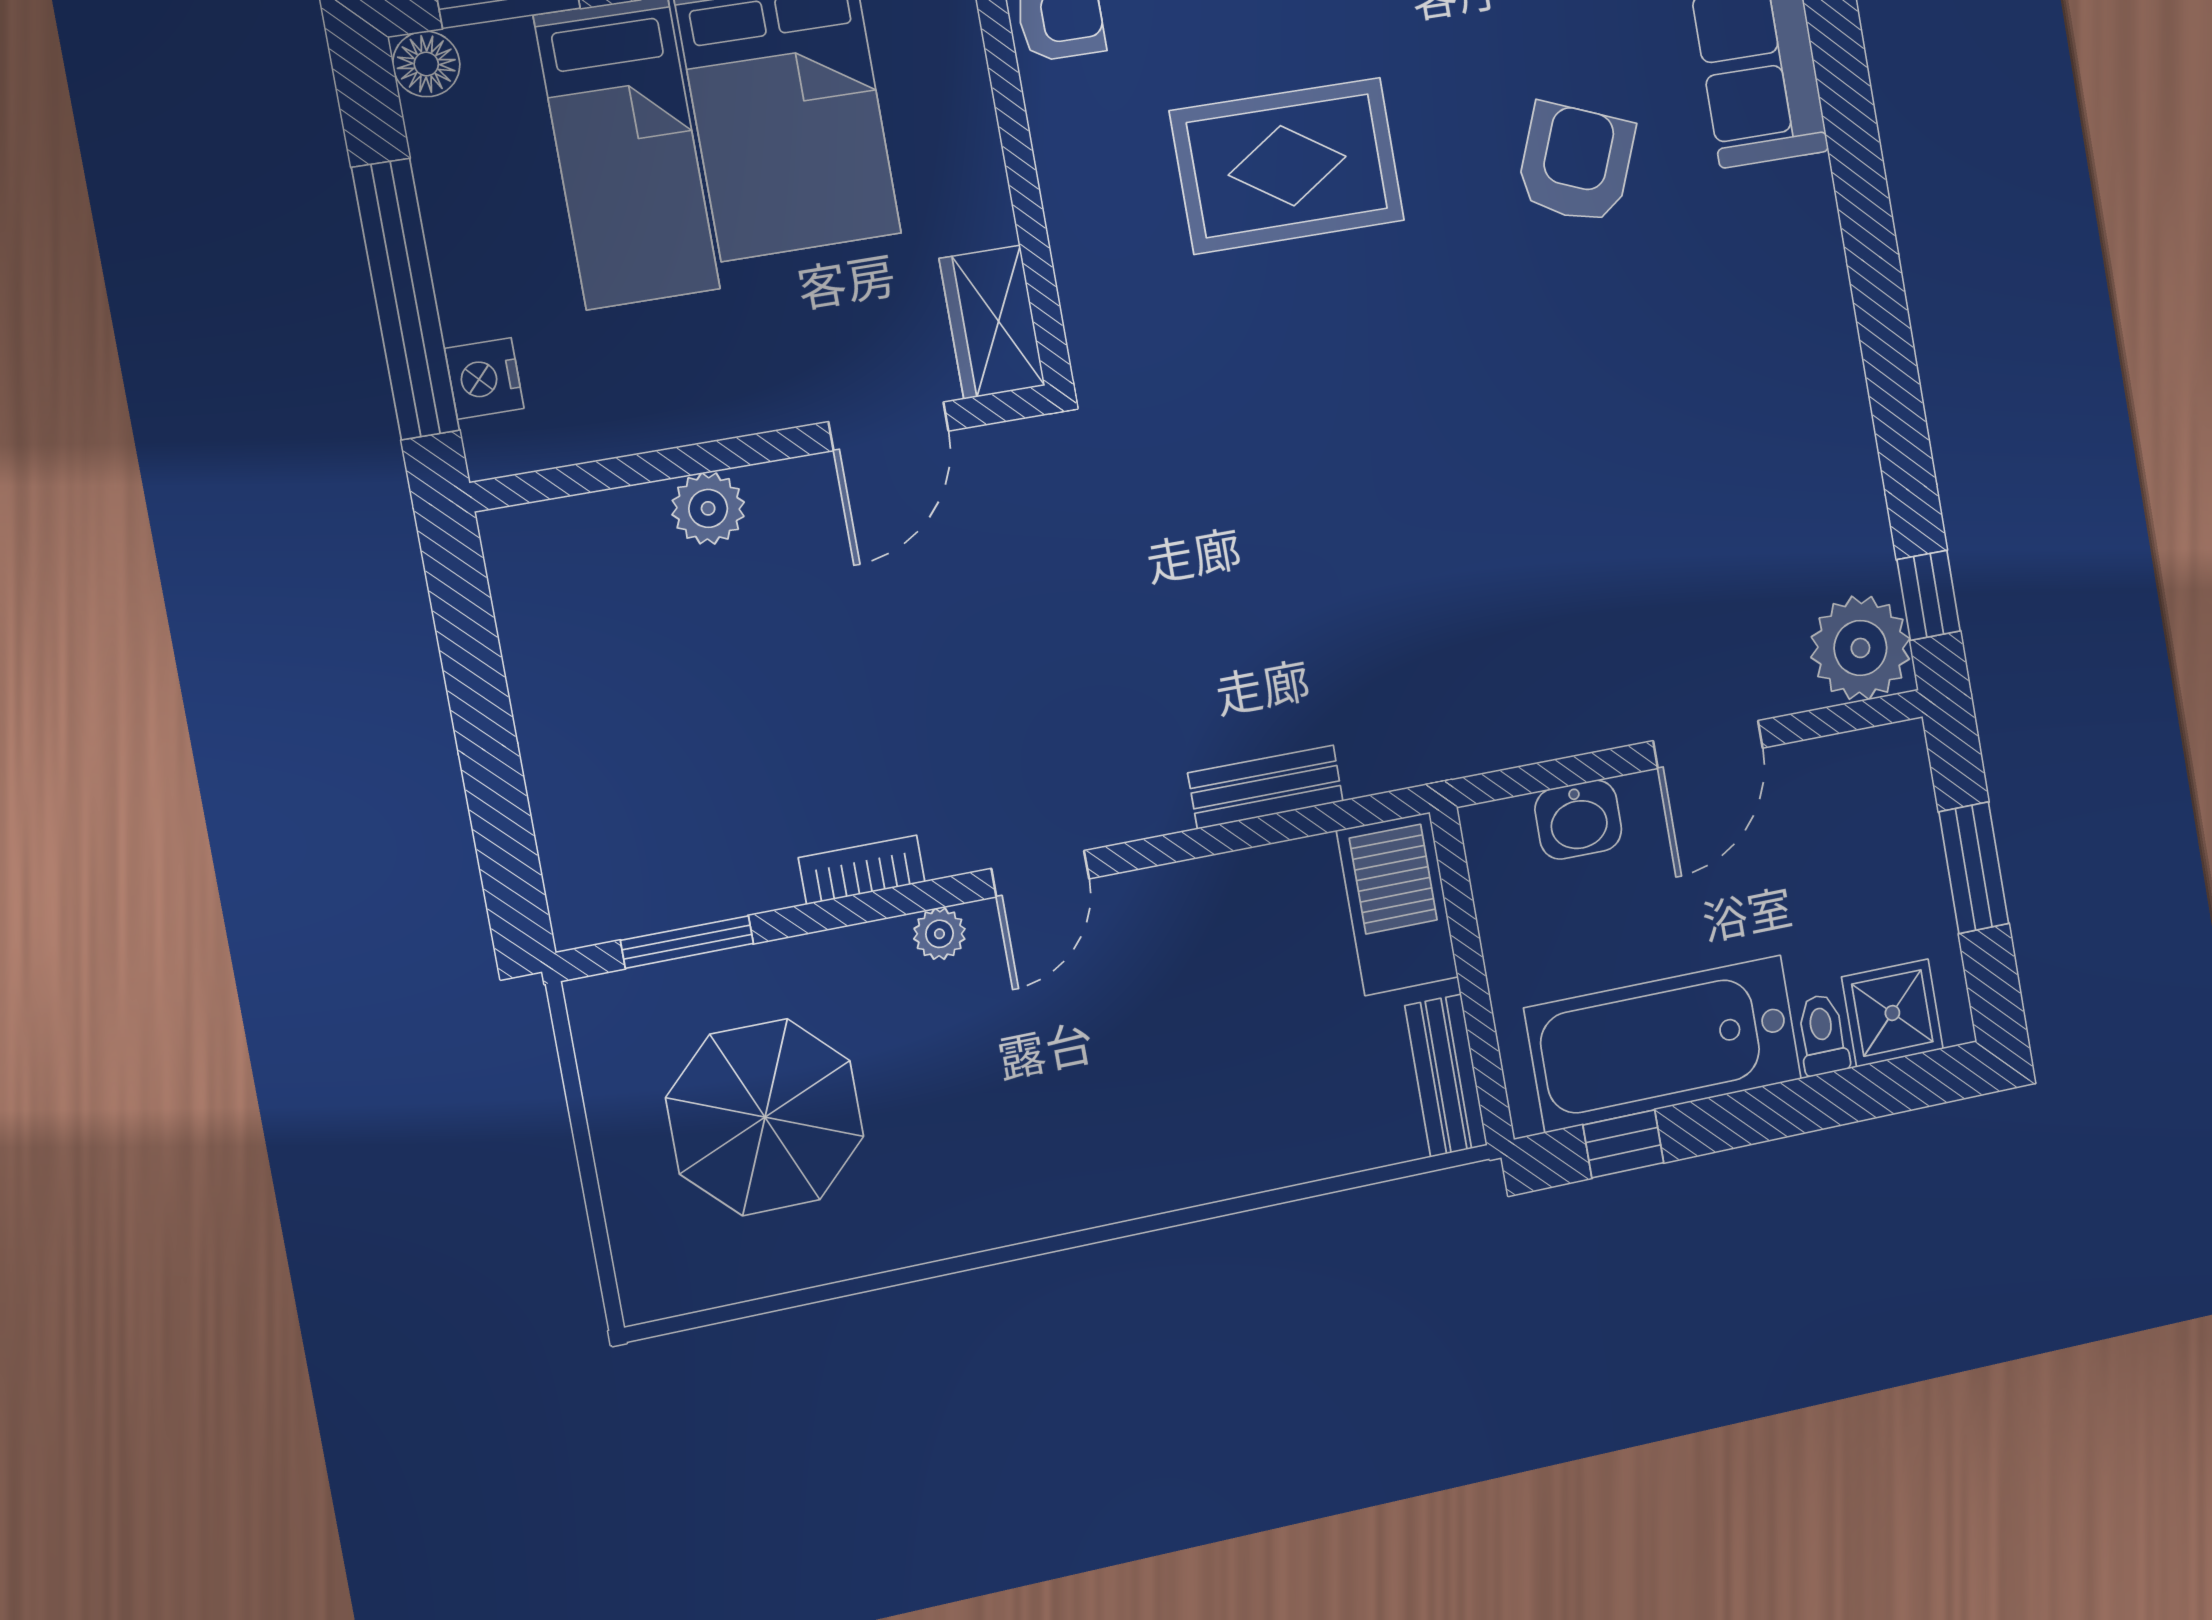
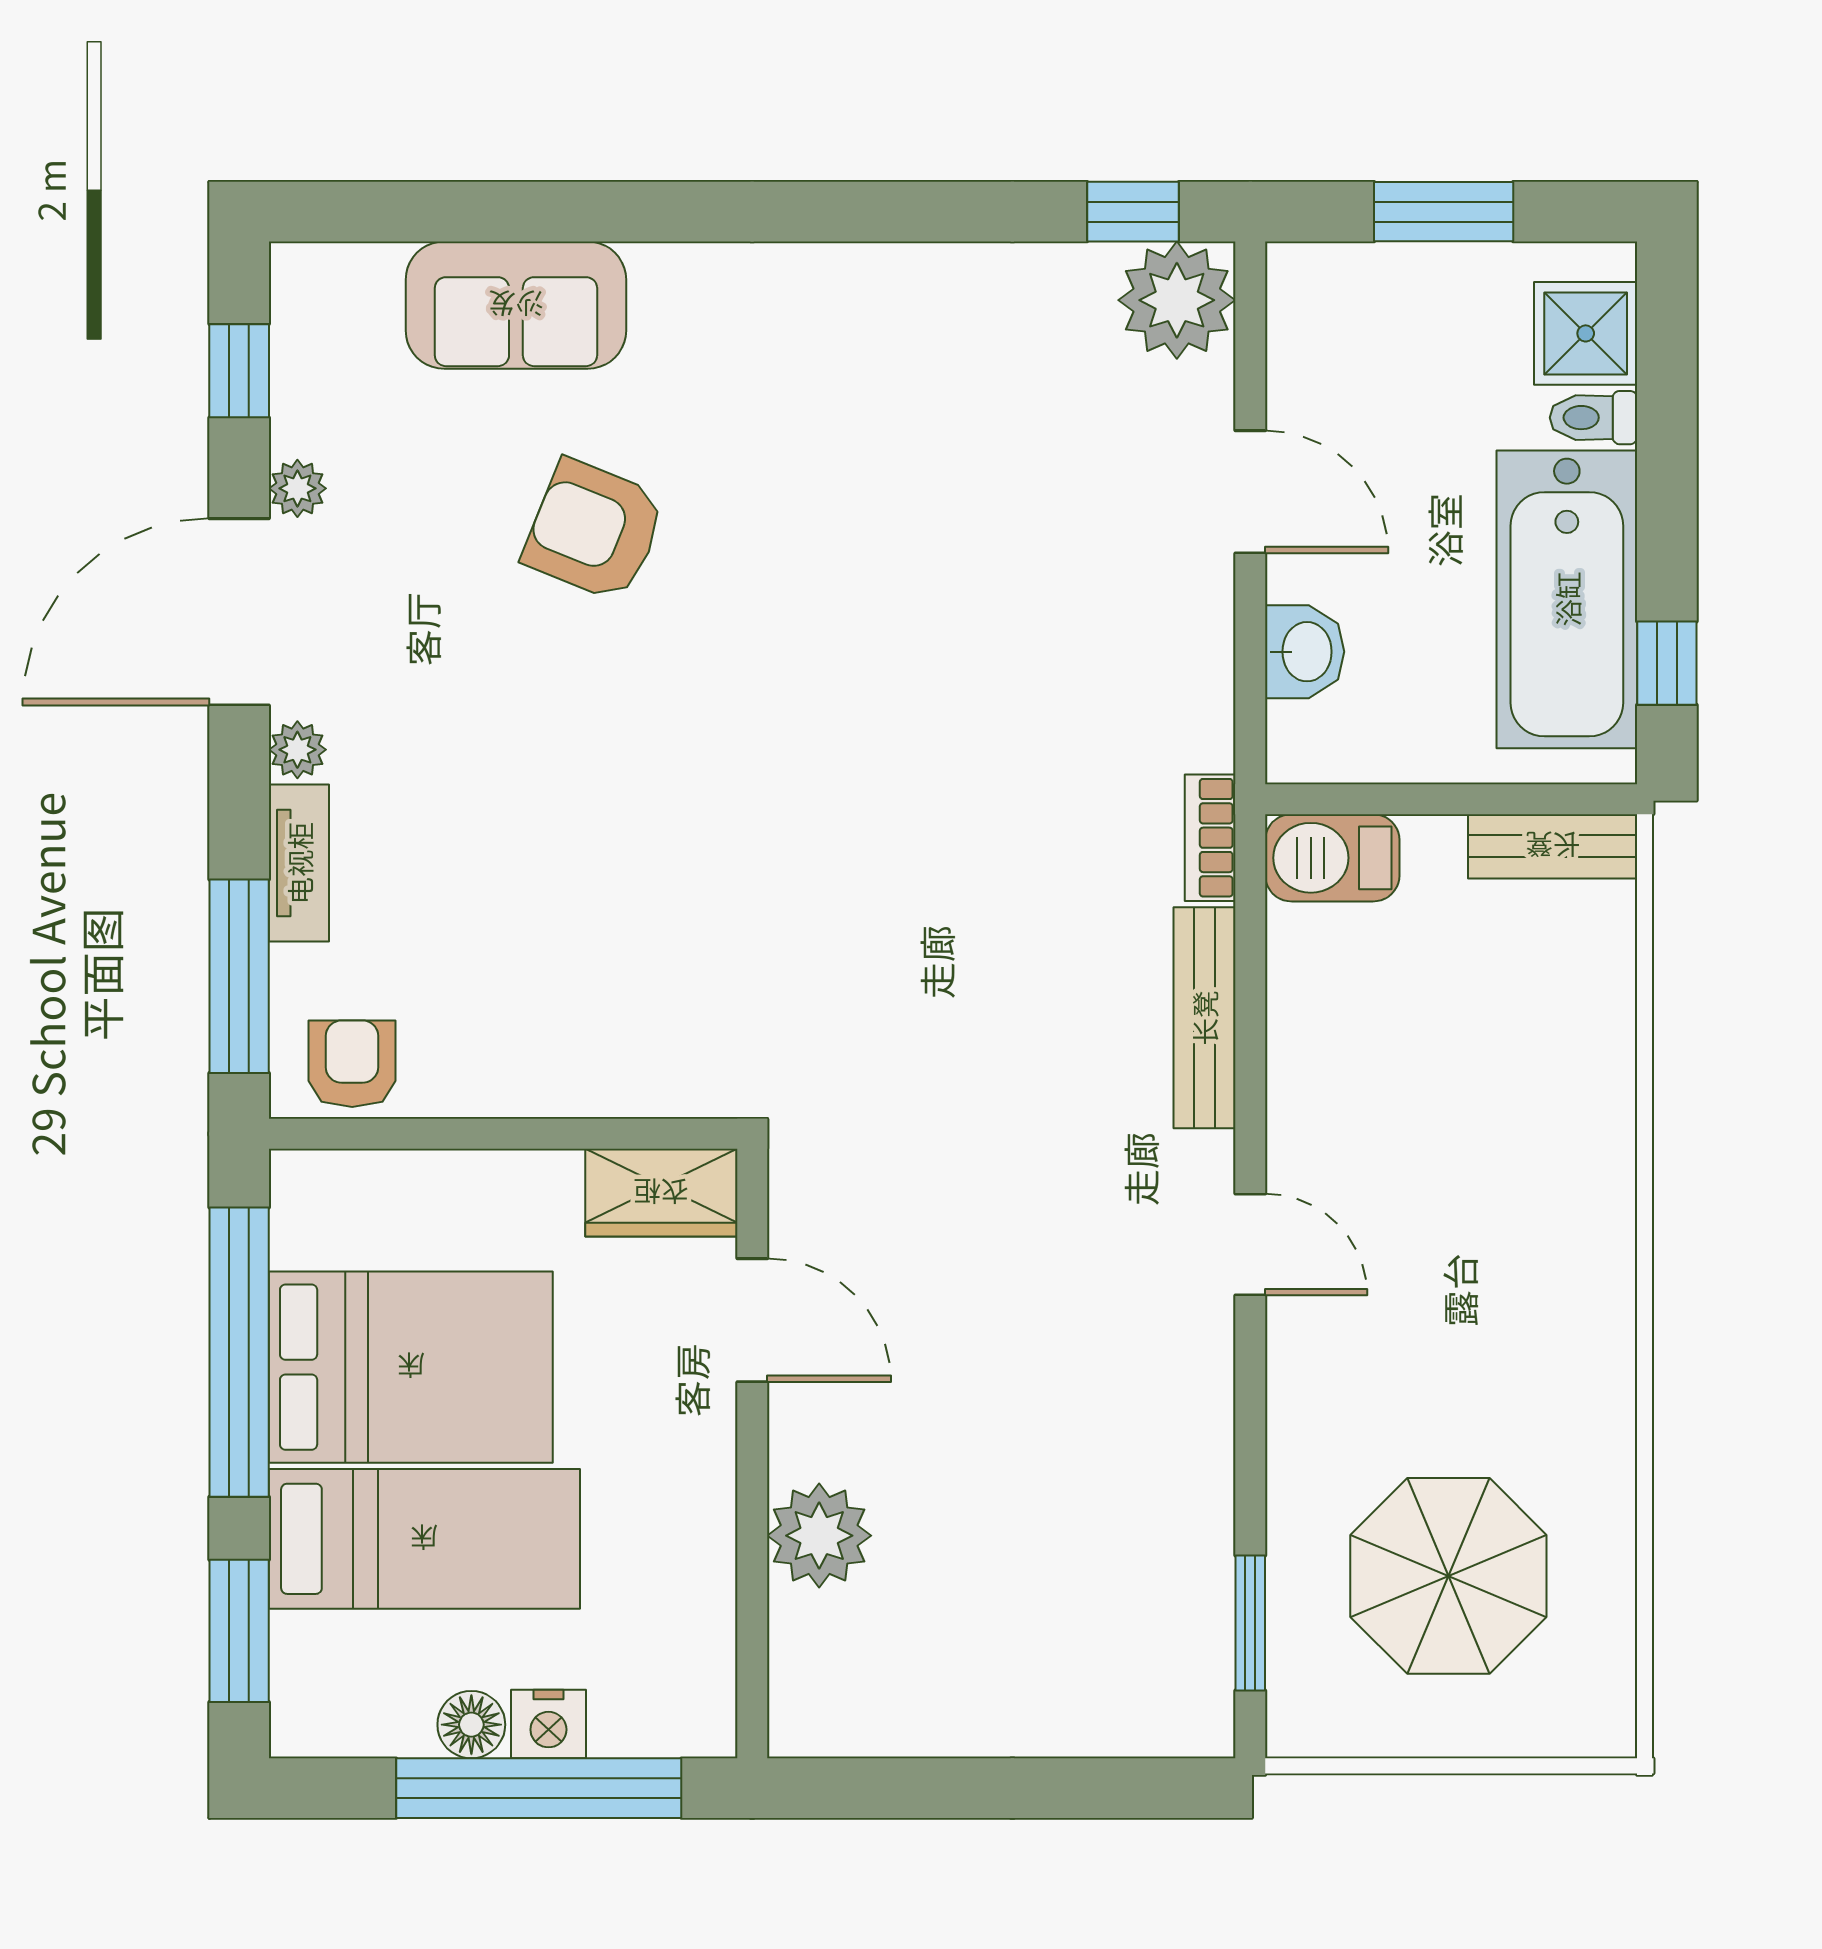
floor lamp: (426, 64) -> (471, 1725), moved
rug: (1287, 166) -> (547, 848), removed
nightstand: (484, 378) -> (548, 1724), moved
plant: (708, 508) -> (819, 1536), width x1.36, depth x1.36
bench: (1266, 787) -> (1204, 1018), width x1.36
bookcase: (862, 870) -> (1210, 838), moved
barbecue: (1398, 904) -> (1332, 858), width x0.73, depth x0.83
plant: (939, 934) -> (1293, 1362), removed

